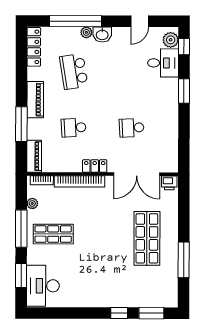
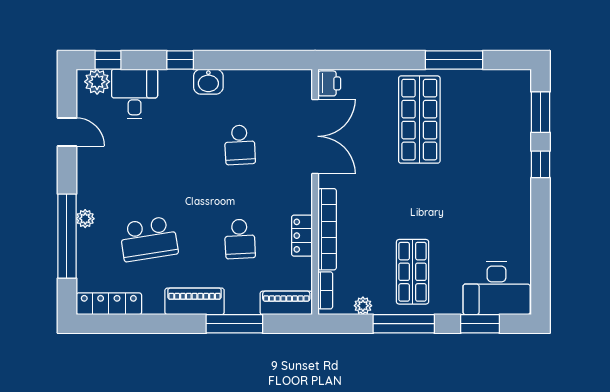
washbasin: (102, 35) -> (208, 82), moved, turned 90
window: (184, 91) -> (180, 60), width x0.67
locker: (95, 166) -> (302, 236), moved
shop shelf: (147, 238) -> (419, 120), turned 90

